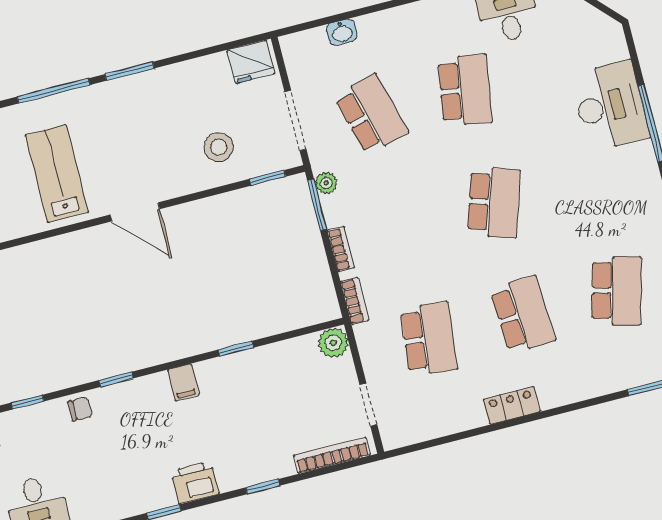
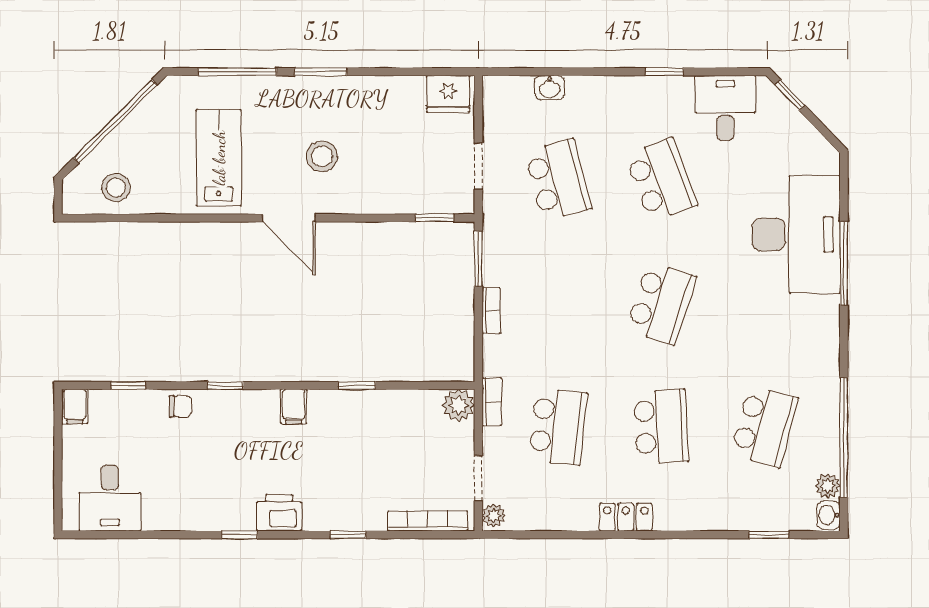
school desk: (465, 90) -> (661, 180), turned -30
desk: (610, 106) -> (796, 234), width x1.36, depth x1.30
doorway: (295, 120) -> (478, 166), width x0.73
stool: (219, 147) -> (322, 156), moved
plant: (326, 183) -> (494, 516), moved
bookcase: (355, 301) -> (492, 402), moved

